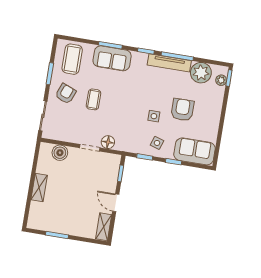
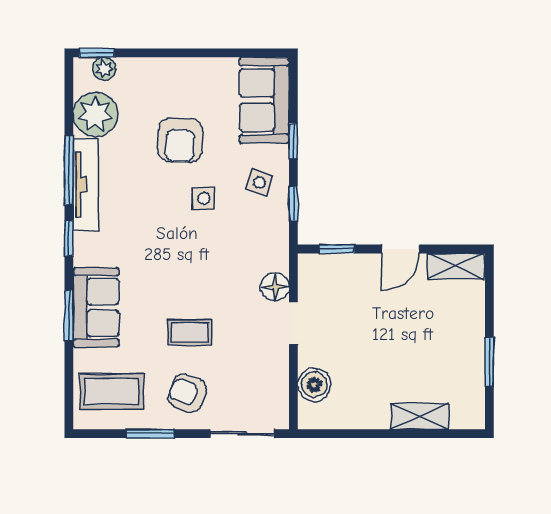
armchair: (182, 110) -> (180, 140), turned -87
shelving: (39, 187) -> (420, 416), moved

